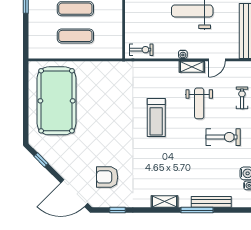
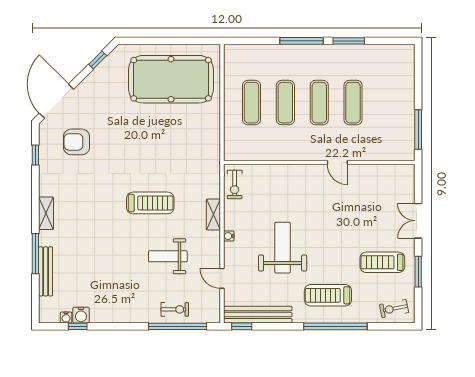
shelving: (192, 67) -> (213, 214), moved
treadmill: (156, 118) -> (150, 203), turned 180
exercise bike: (223, 137) -> (126, 286), removed
armchair: (107, 177) -> (77, 142), turned -90

